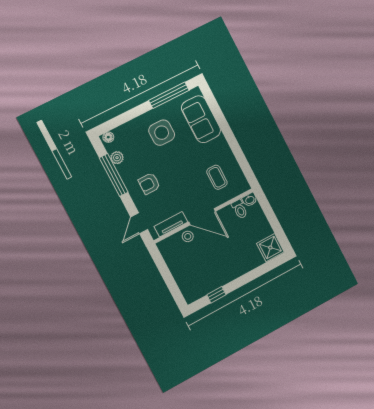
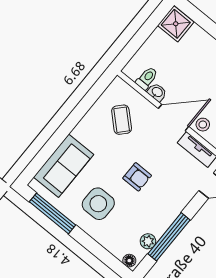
coffee table: (217, 177) -> (122, 120), turned -47
armchair: (149, 184) -> (137, 177), moved
washbasin: (250, 200) -> (157, 92), moved
door: (202, 217) -> (174, 118), hinge flipped

